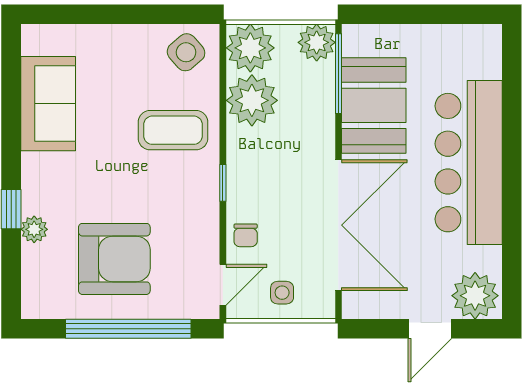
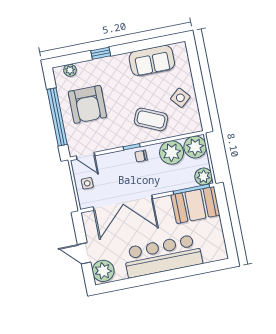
side table: (186, 52) -> (180, 98), moved
booth: (374, 105) -> (195, 205), moved
coffee table: (173, 130) -> (151, 119), turned -66
plant: (34, 229) -> (70, 70), moved
chair: (246, 235) -> (141, 156), moved

